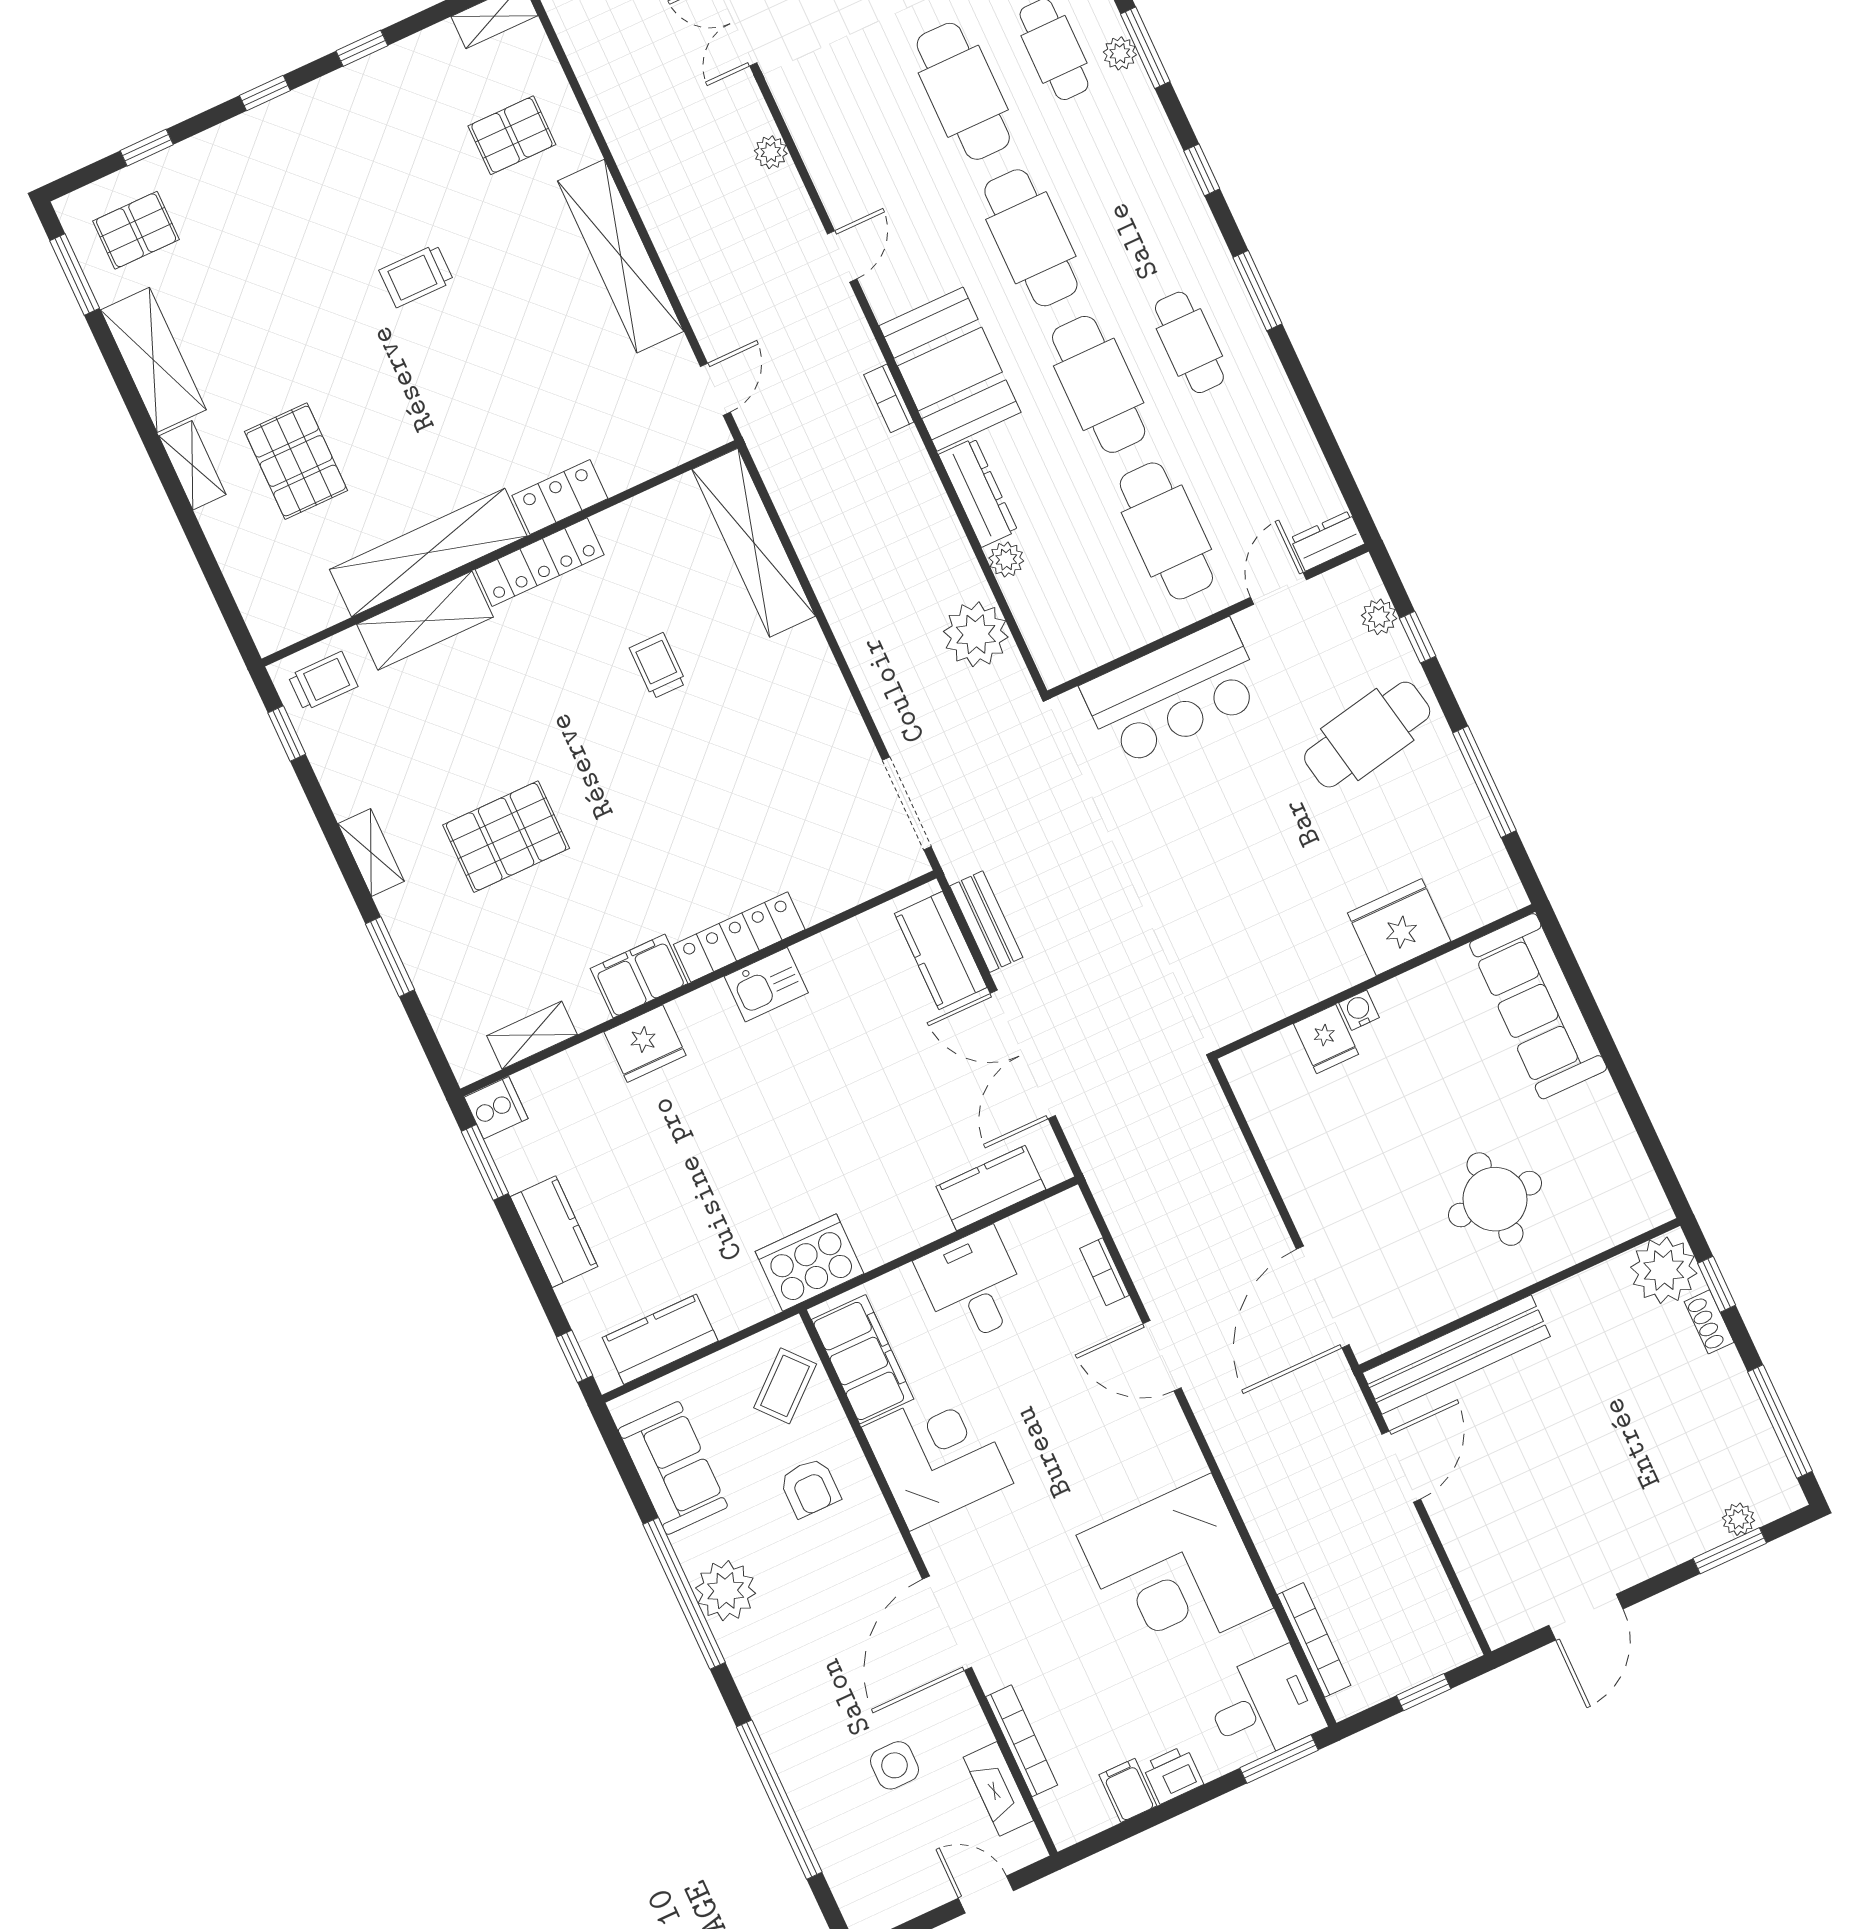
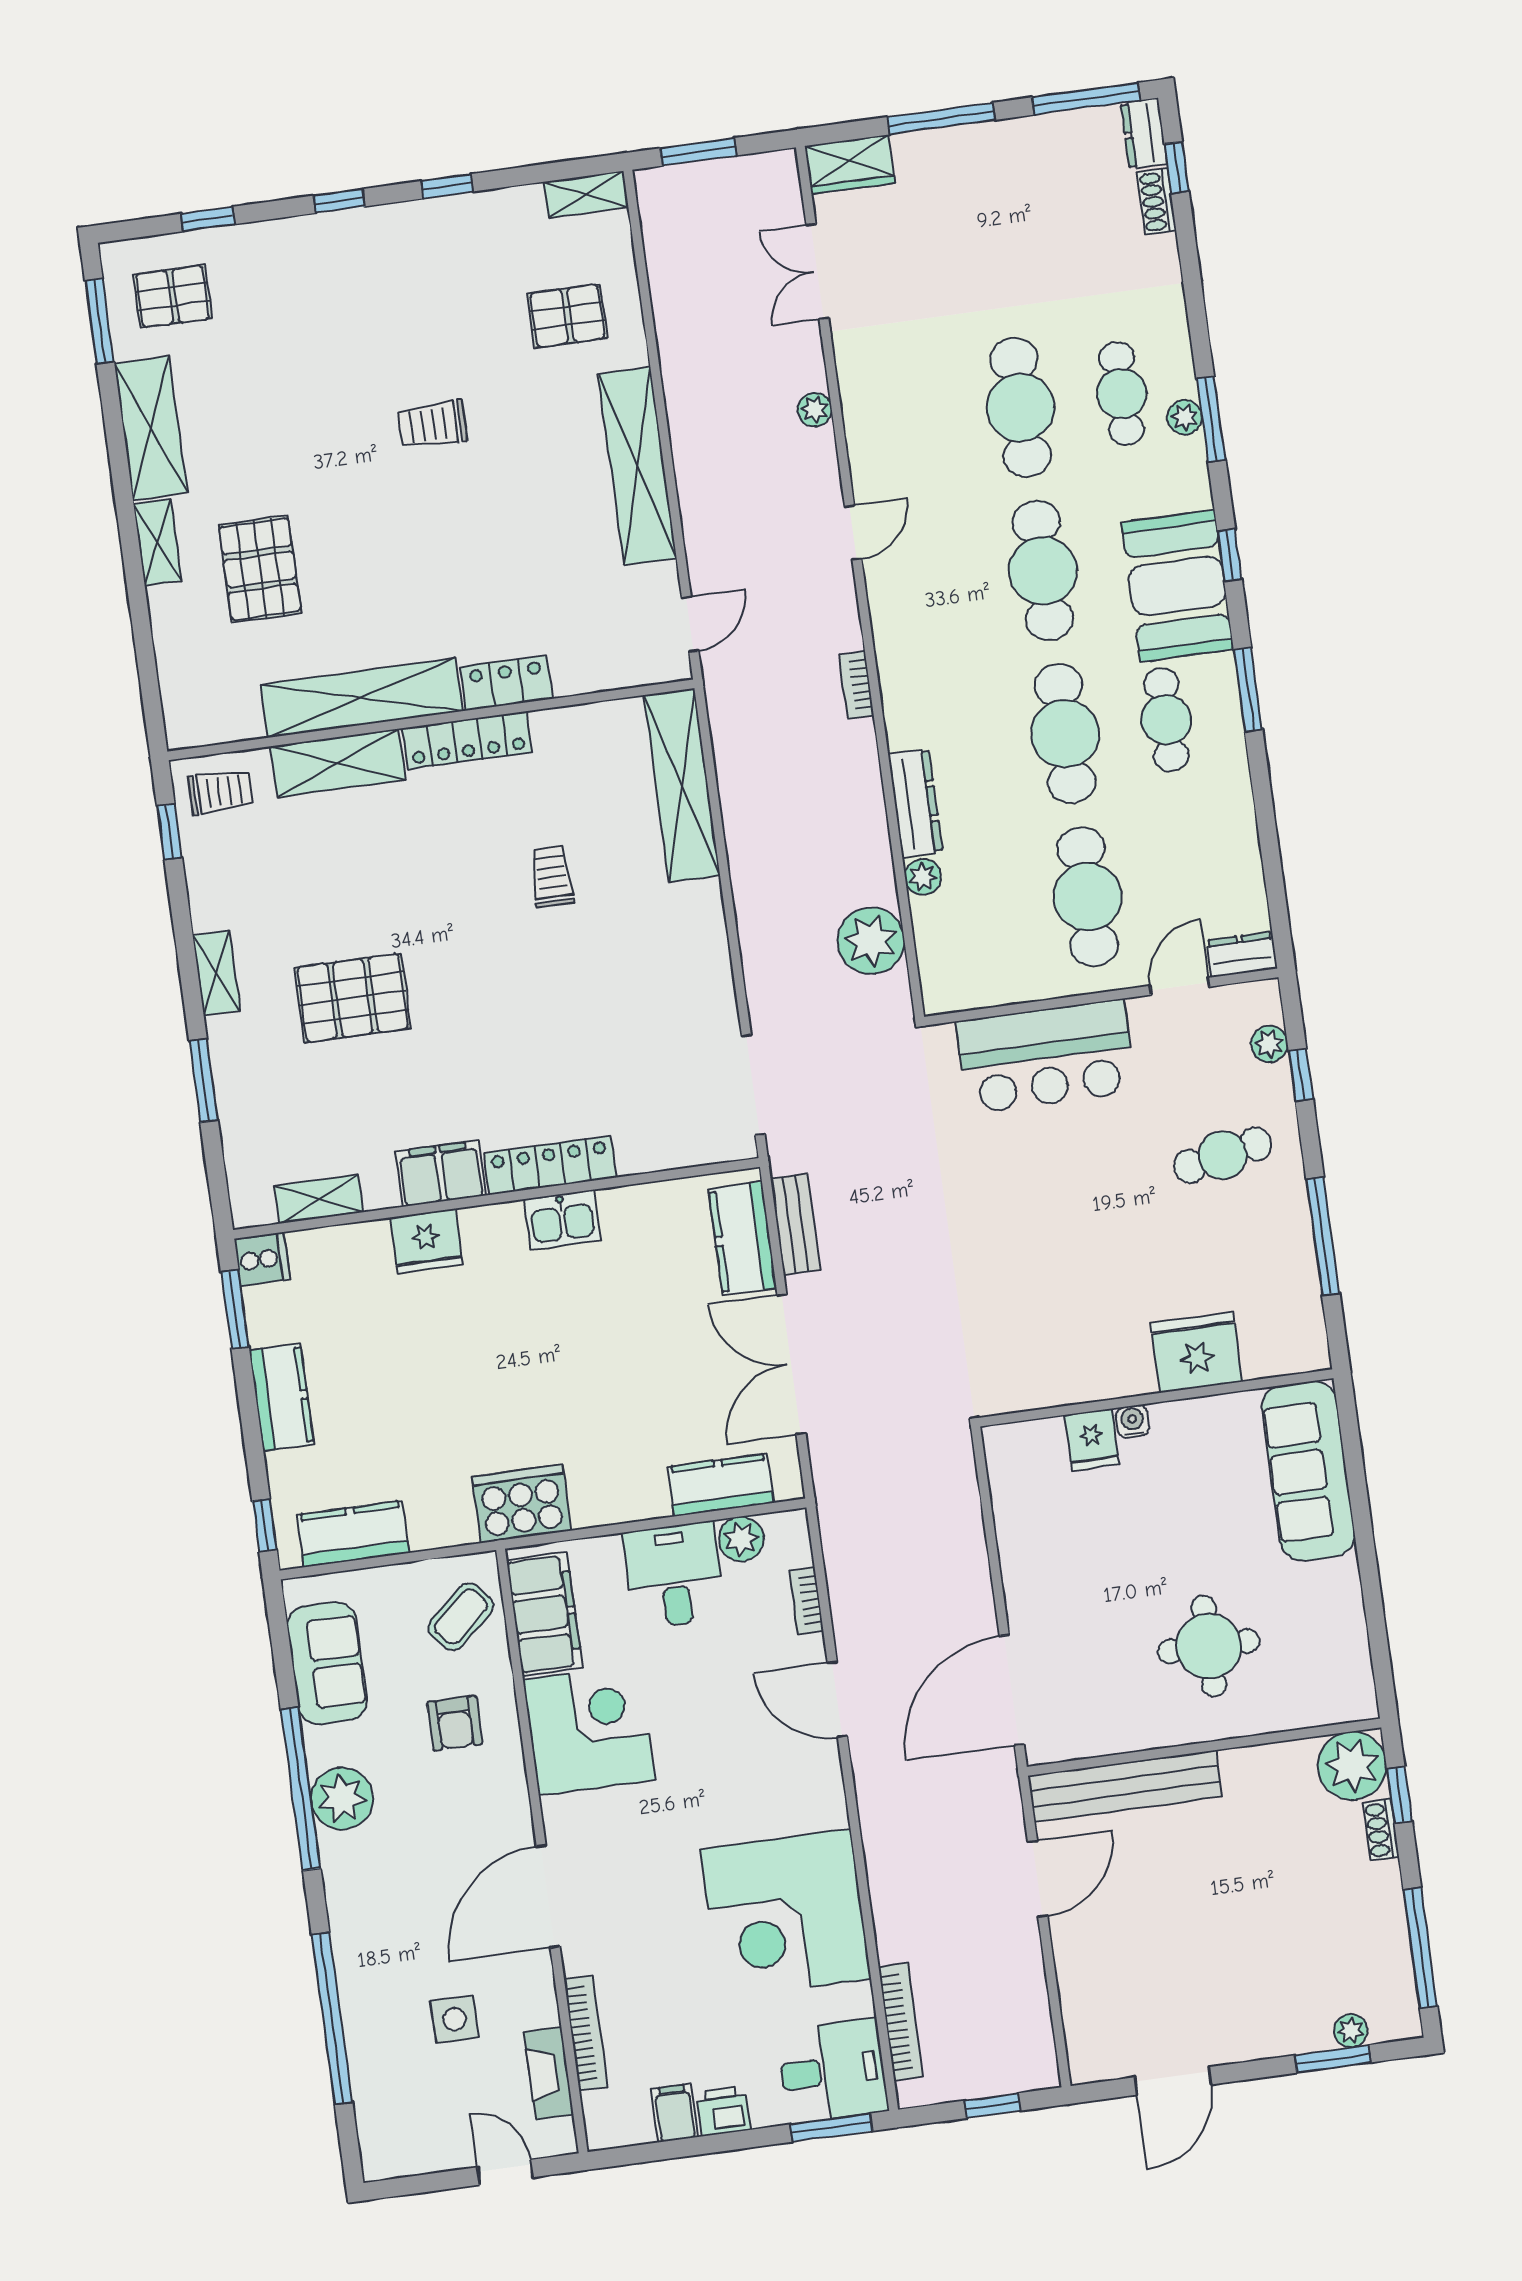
booth: (950, 369) -> (1177, 586), moved
cafe table: (1367, 735) -> (1223, 1155), width x0.73, depth x0.74
plant: (1026, 1233) -> (741, 1539), added

